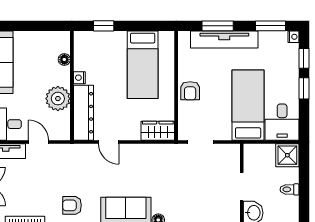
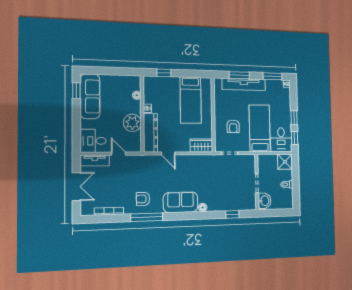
window: (304, 58) -> (295, 138), moved
armchair: (190, 91) -> (233, 126), moved

